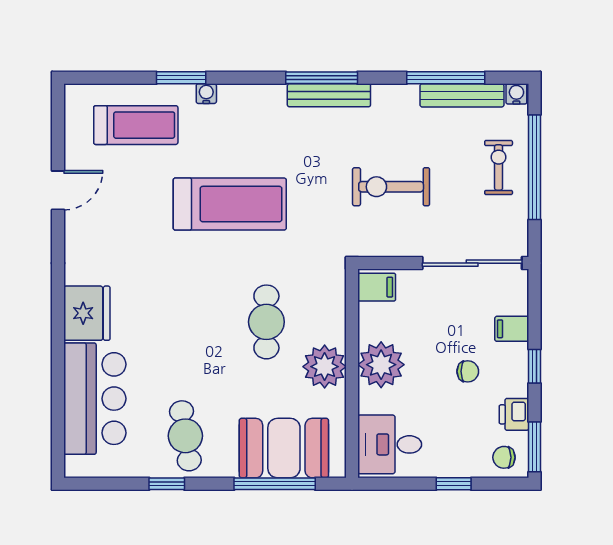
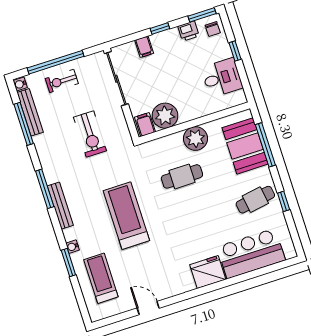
bench: (329, 95) -> (60, 206), moved
plant: (381, 365) -> (165, 116), moved
chair: (468, 371) -> (174, 63), removed
desk: (390, 444) -> (222, 78), moved, turned -90

